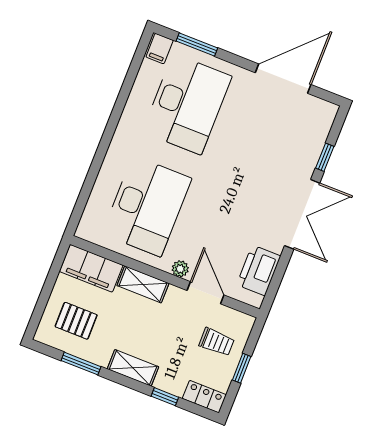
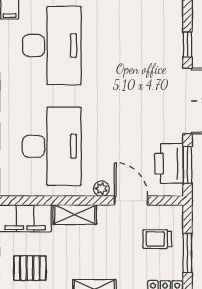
window: (277, 279) -> (187, 165), added
trolley: (217, 342) -> (157, 239), turned 180
window: (242, 368) -> (187, 253), width x1.50

